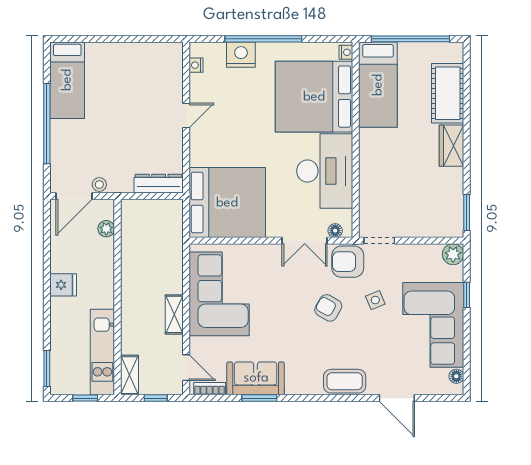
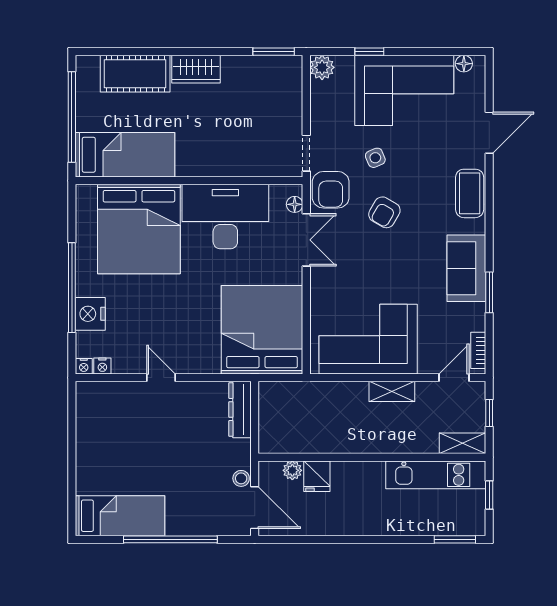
nightstand: (346, 52) -> (84, 366), moved, turned 180
fridge: (63, 285) -> (317, 476), moved, turned 180
sofa: (256, 378) -> (466, 268), moved

